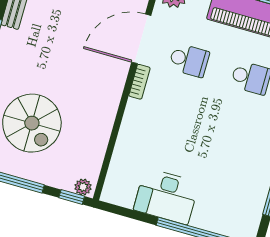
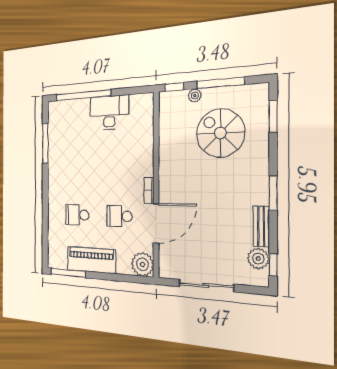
plant: (83, 187) -> (195, 95), moved

